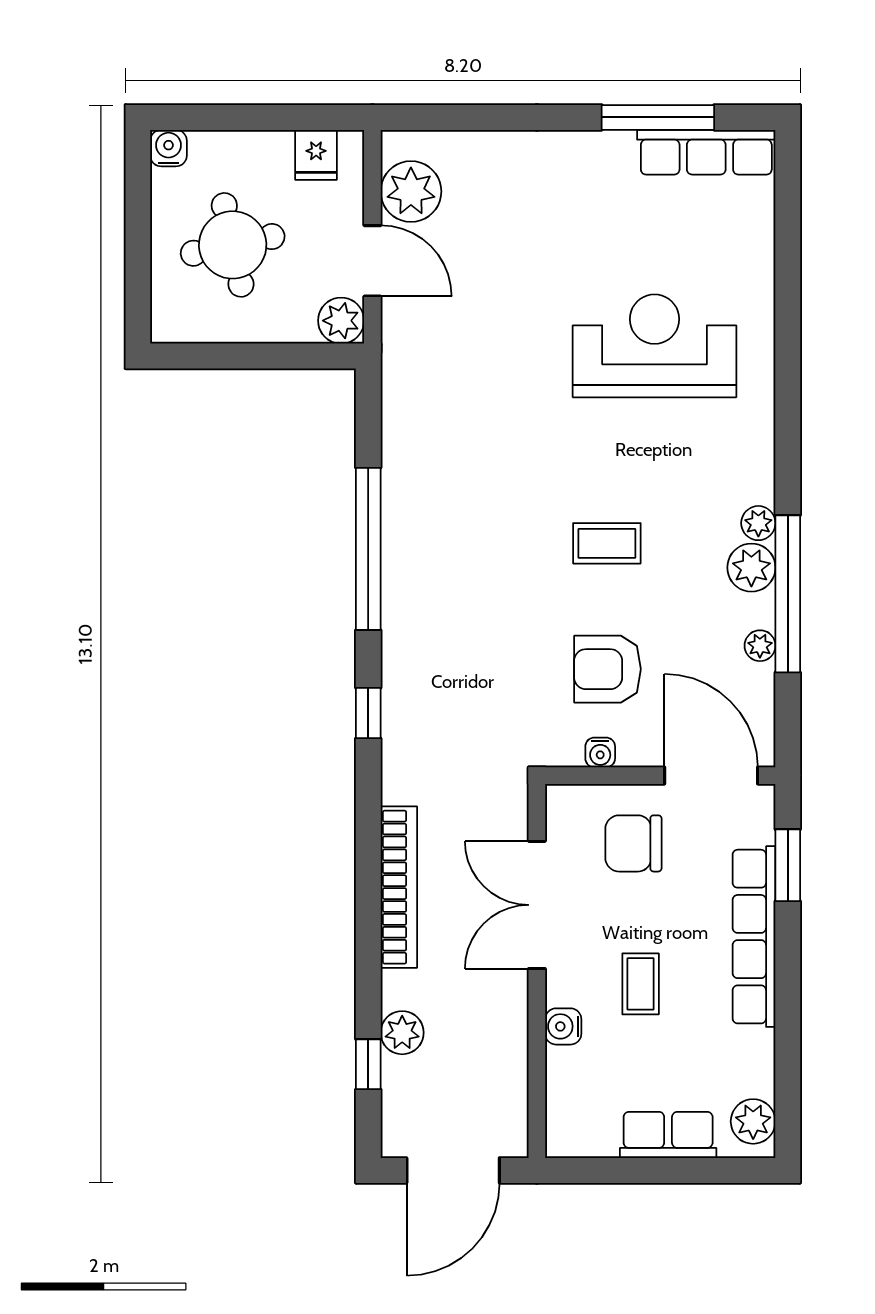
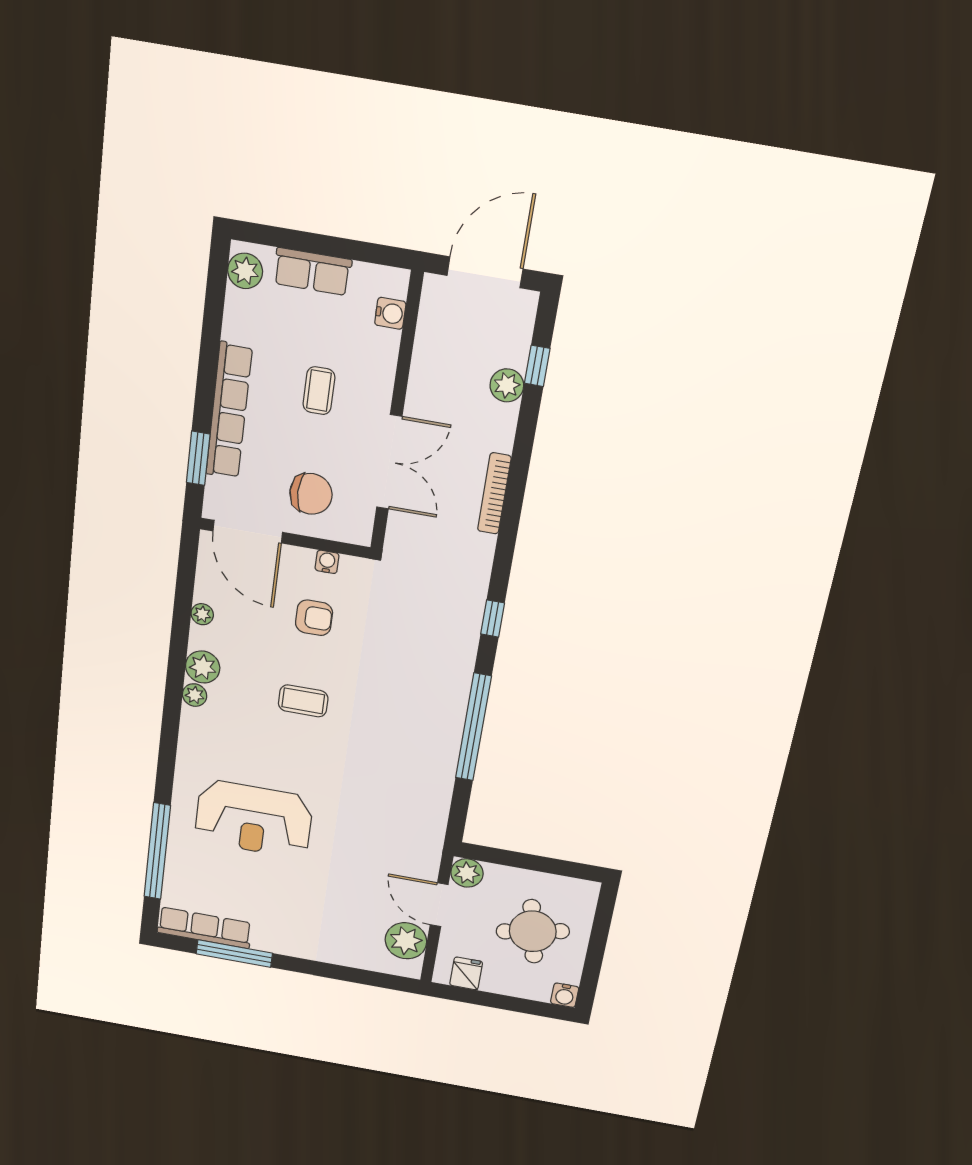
window: (788, 594) -> (157, 851), moved
armchair: (607, 669) -> (314, 618), width x0.72, depth x0.72
bookcase: (399, 887) -> (494, 494), width x0.68, depth x0.76
water cooler: (563, 1026) -> (390, 313), moved

